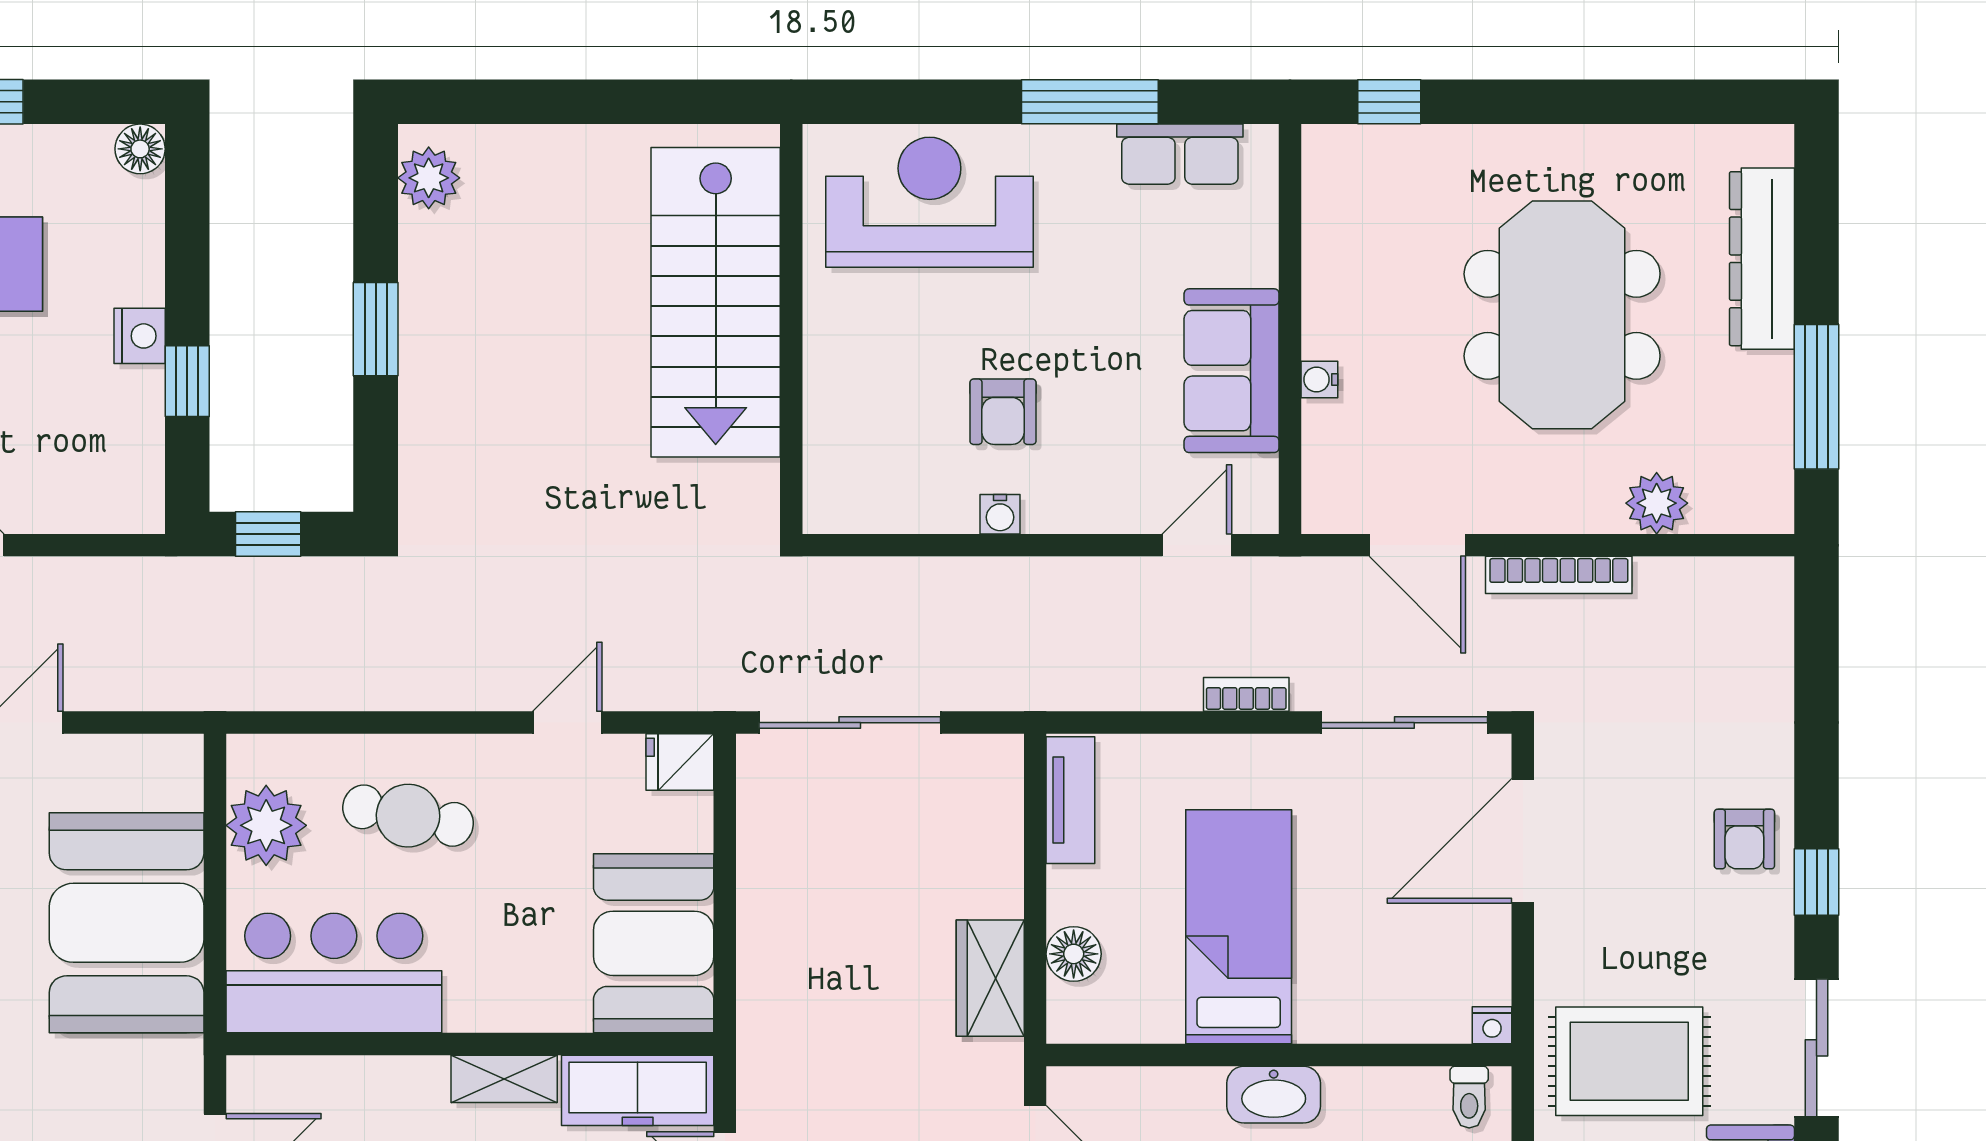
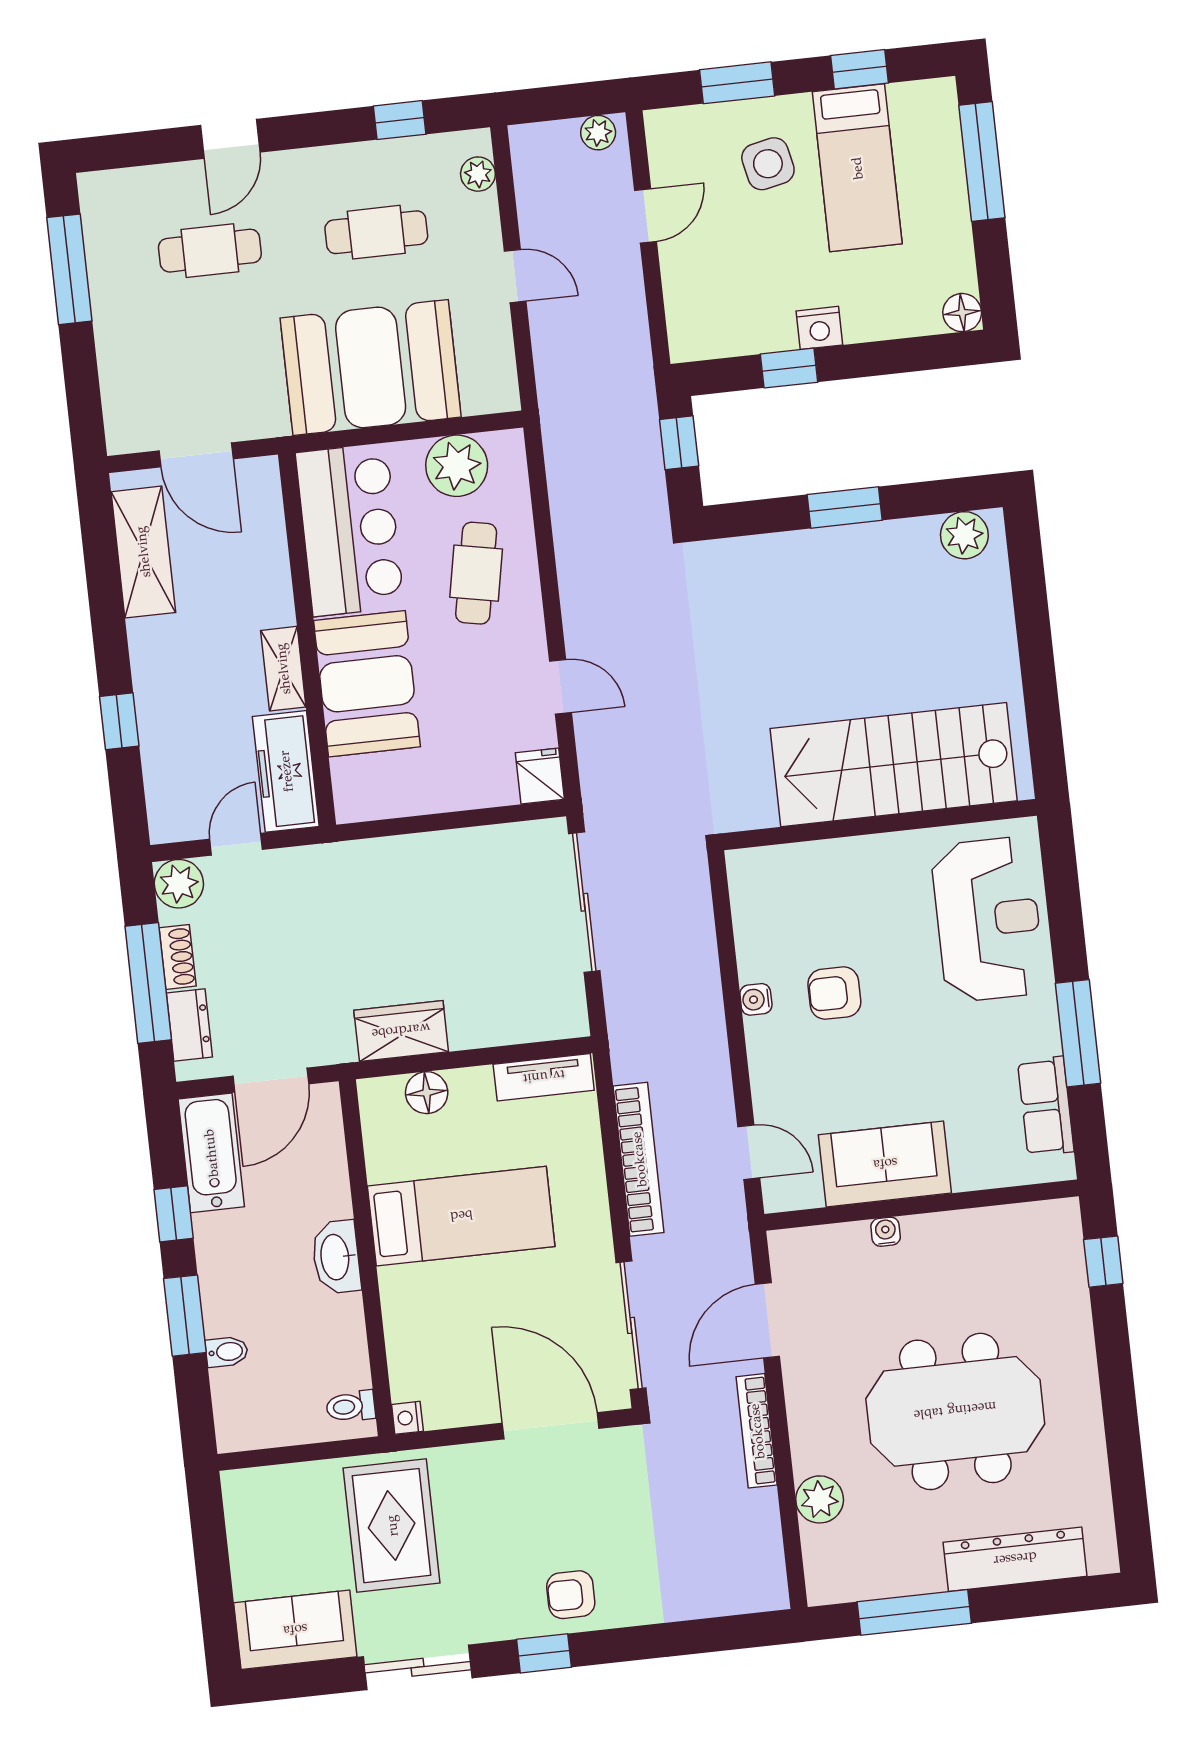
bookcase: (1246, 694) -> (639, 1159), width x2.31, depth x1.31
booth: (654, 943) -> (367, 684), moved, turned 90

